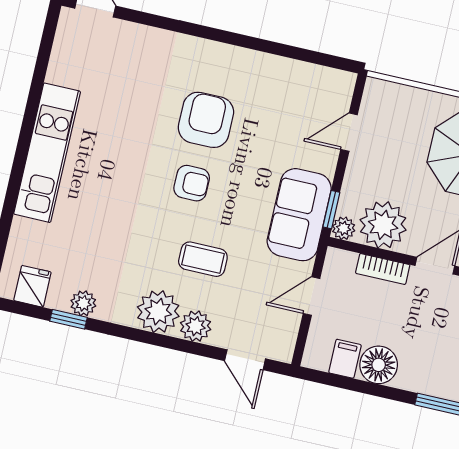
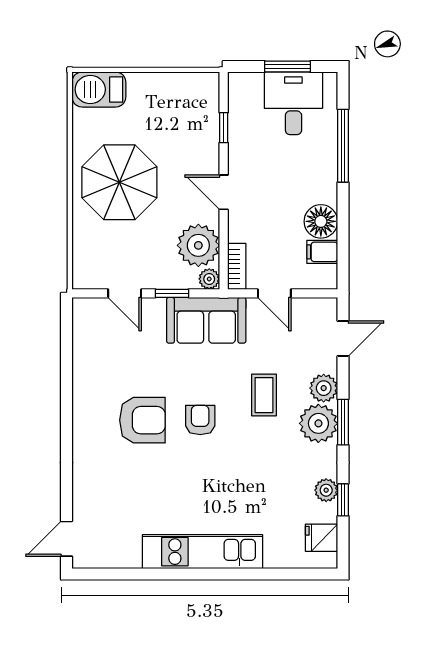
armchair: (206, 120) -> (142, 420), turned 180
window: (331, 210) -> (172, 293), moved
bookcase: (383, 269) -> (237, 266), moved
window: (154, 339) -> (343, 422), added

